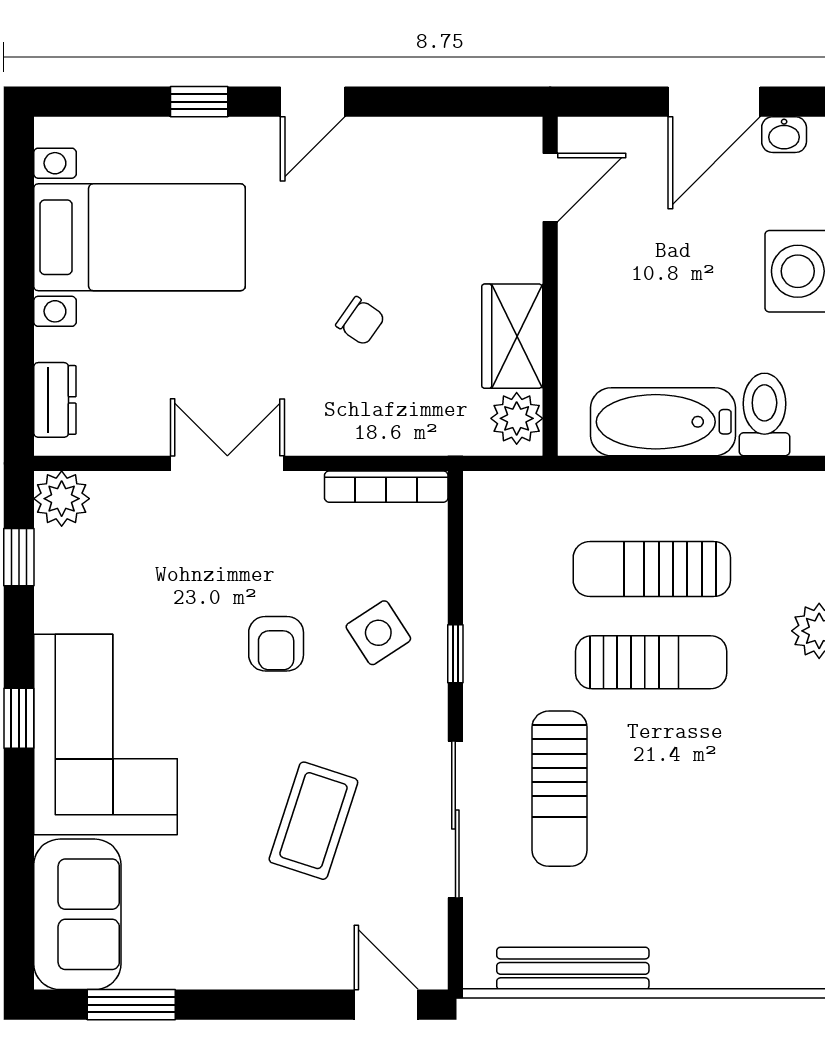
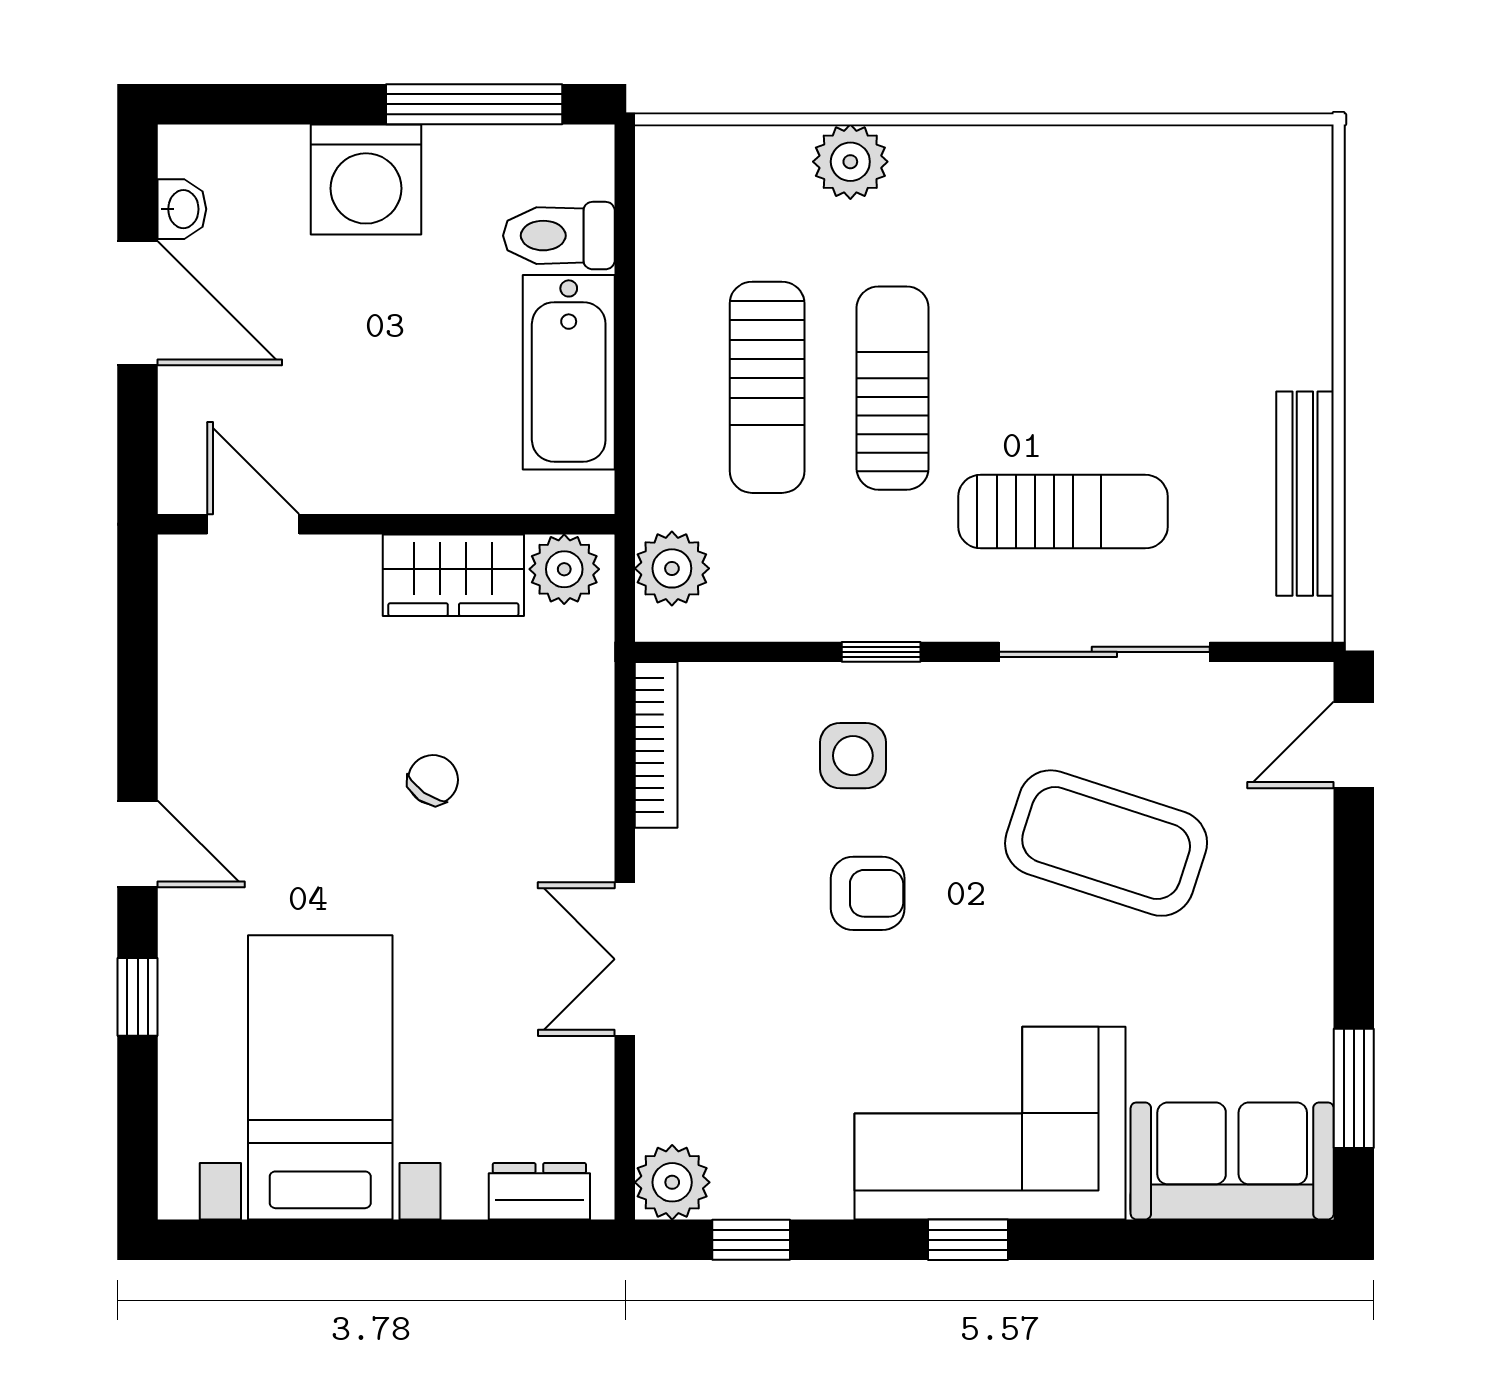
plant: (517, 498) -> (672, 568), added
side table: (378, 633) -> (853, 756), turned 33
coffee table: (313, 821) -> (1106, 843), width x1.36, depth x1.32

